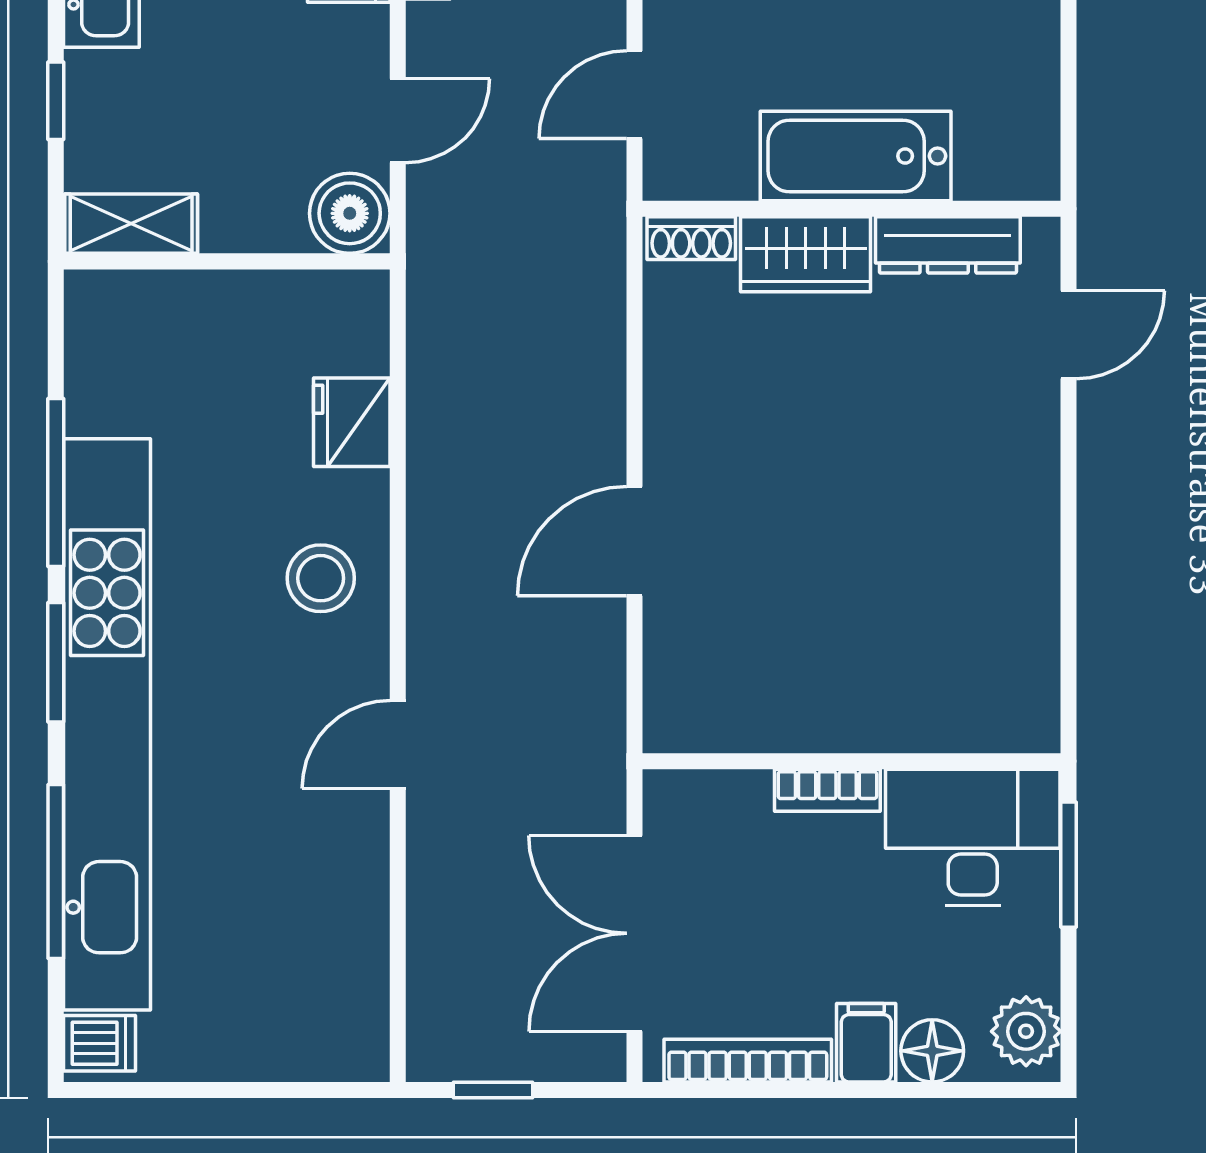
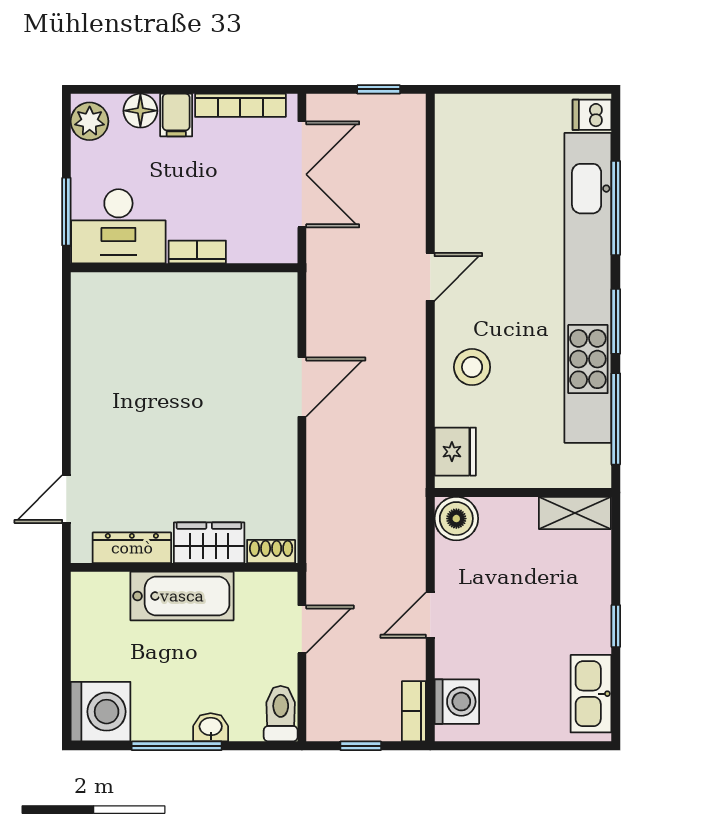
boiler: (350, 213) -> (456, 519), moved
shelving: (131, 224) -> (575, 513), moved
wall: (227, 261) -> (523, 492), moved

